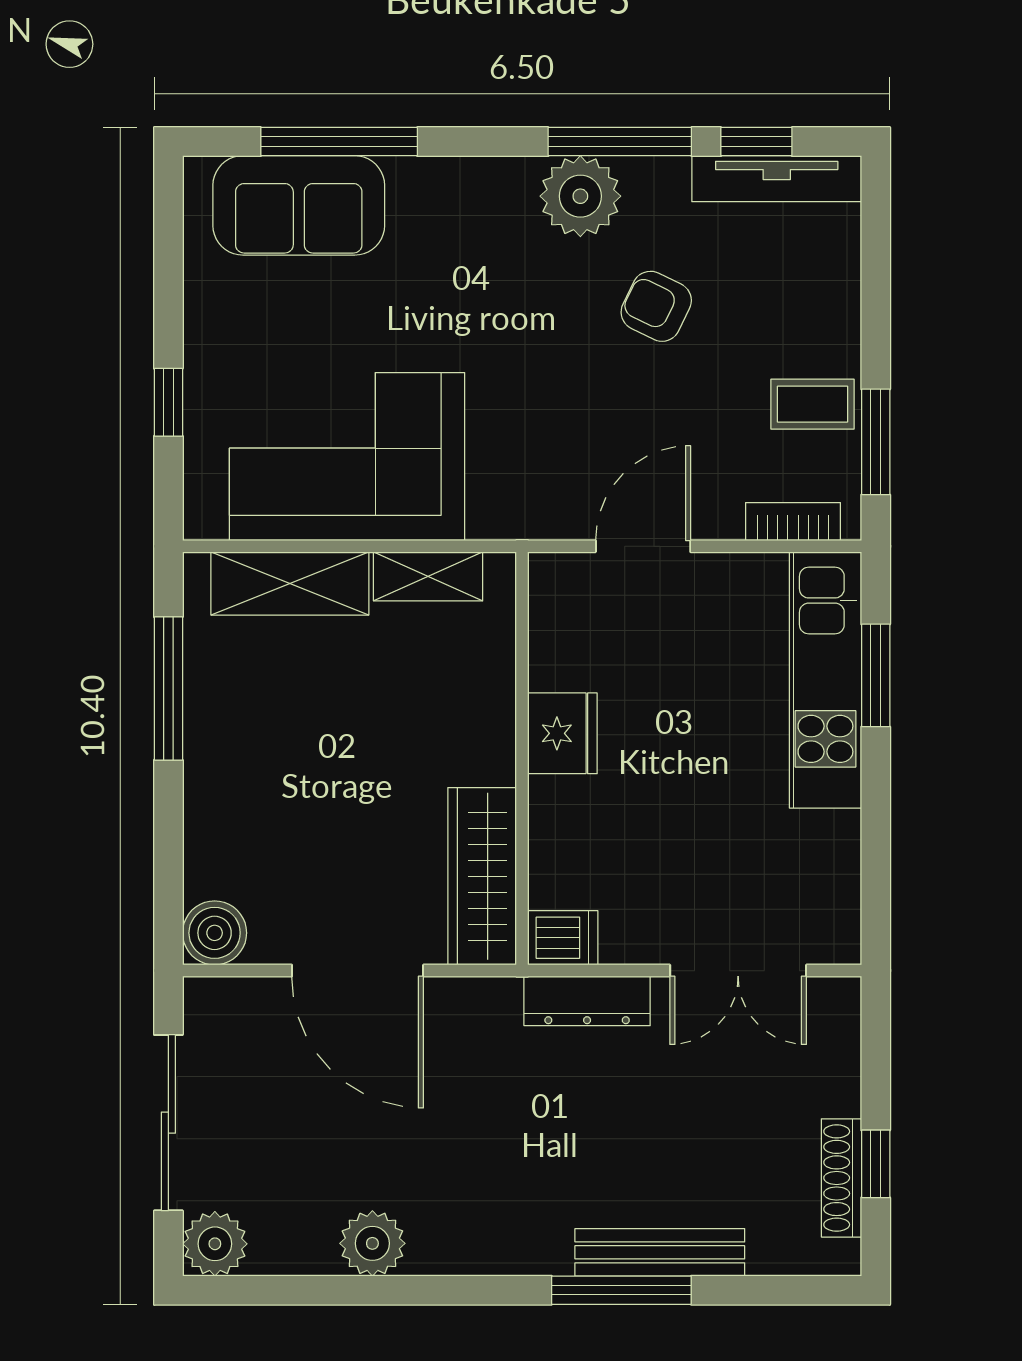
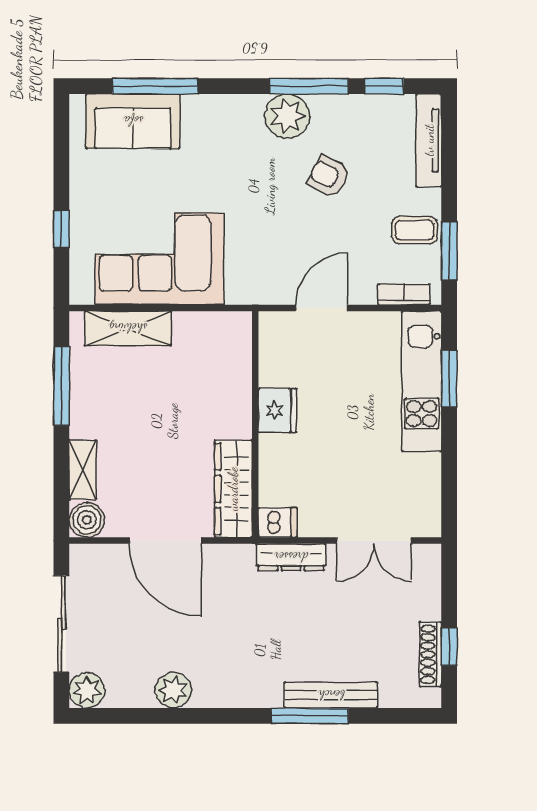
tv unit: (777, 179) -> (429, 140), moved, turned 90
shelving: (428, 576) -> (83, 470), moved, turned 90

